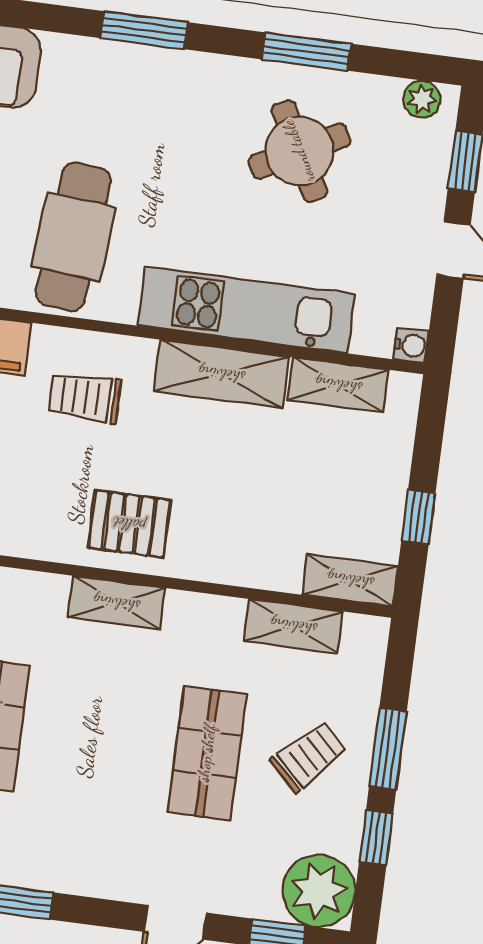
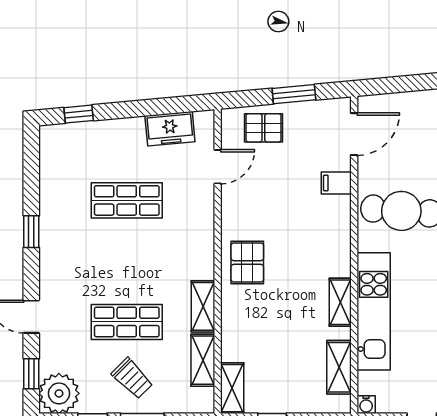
shelving: (221, 374) -> (340, 302), width x0.67, depth x0.75
trolley: (85, 397) -> (314, 229), removed
shelving: (116, 603) -> (203, 306), moved

